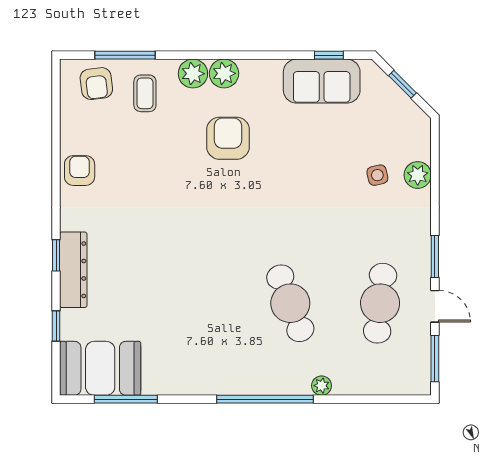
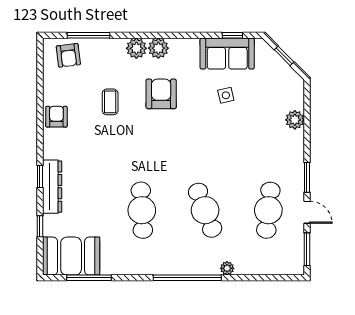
coffee table: (145, 93) -> (110, 102), moved
side table: (377, 175) -> (226, 95), moved
cafe table: (201, 303) -> (142, 210), added

